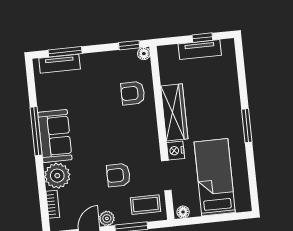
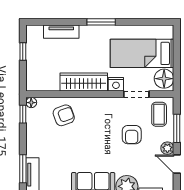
tv unit: (200, 50) -> (61, 32), moved, turned 90
armchair: (133, 93) -> (64, 115), turned -110
floor lamp: (183, 212) -> (164, 79), width x1.89, depth x1.89

